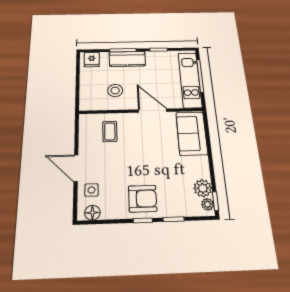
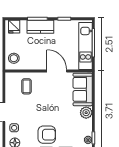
stool: (115, 90) -> (14, 58), moved
plant: (203, 188) -> (86, 113), moved

